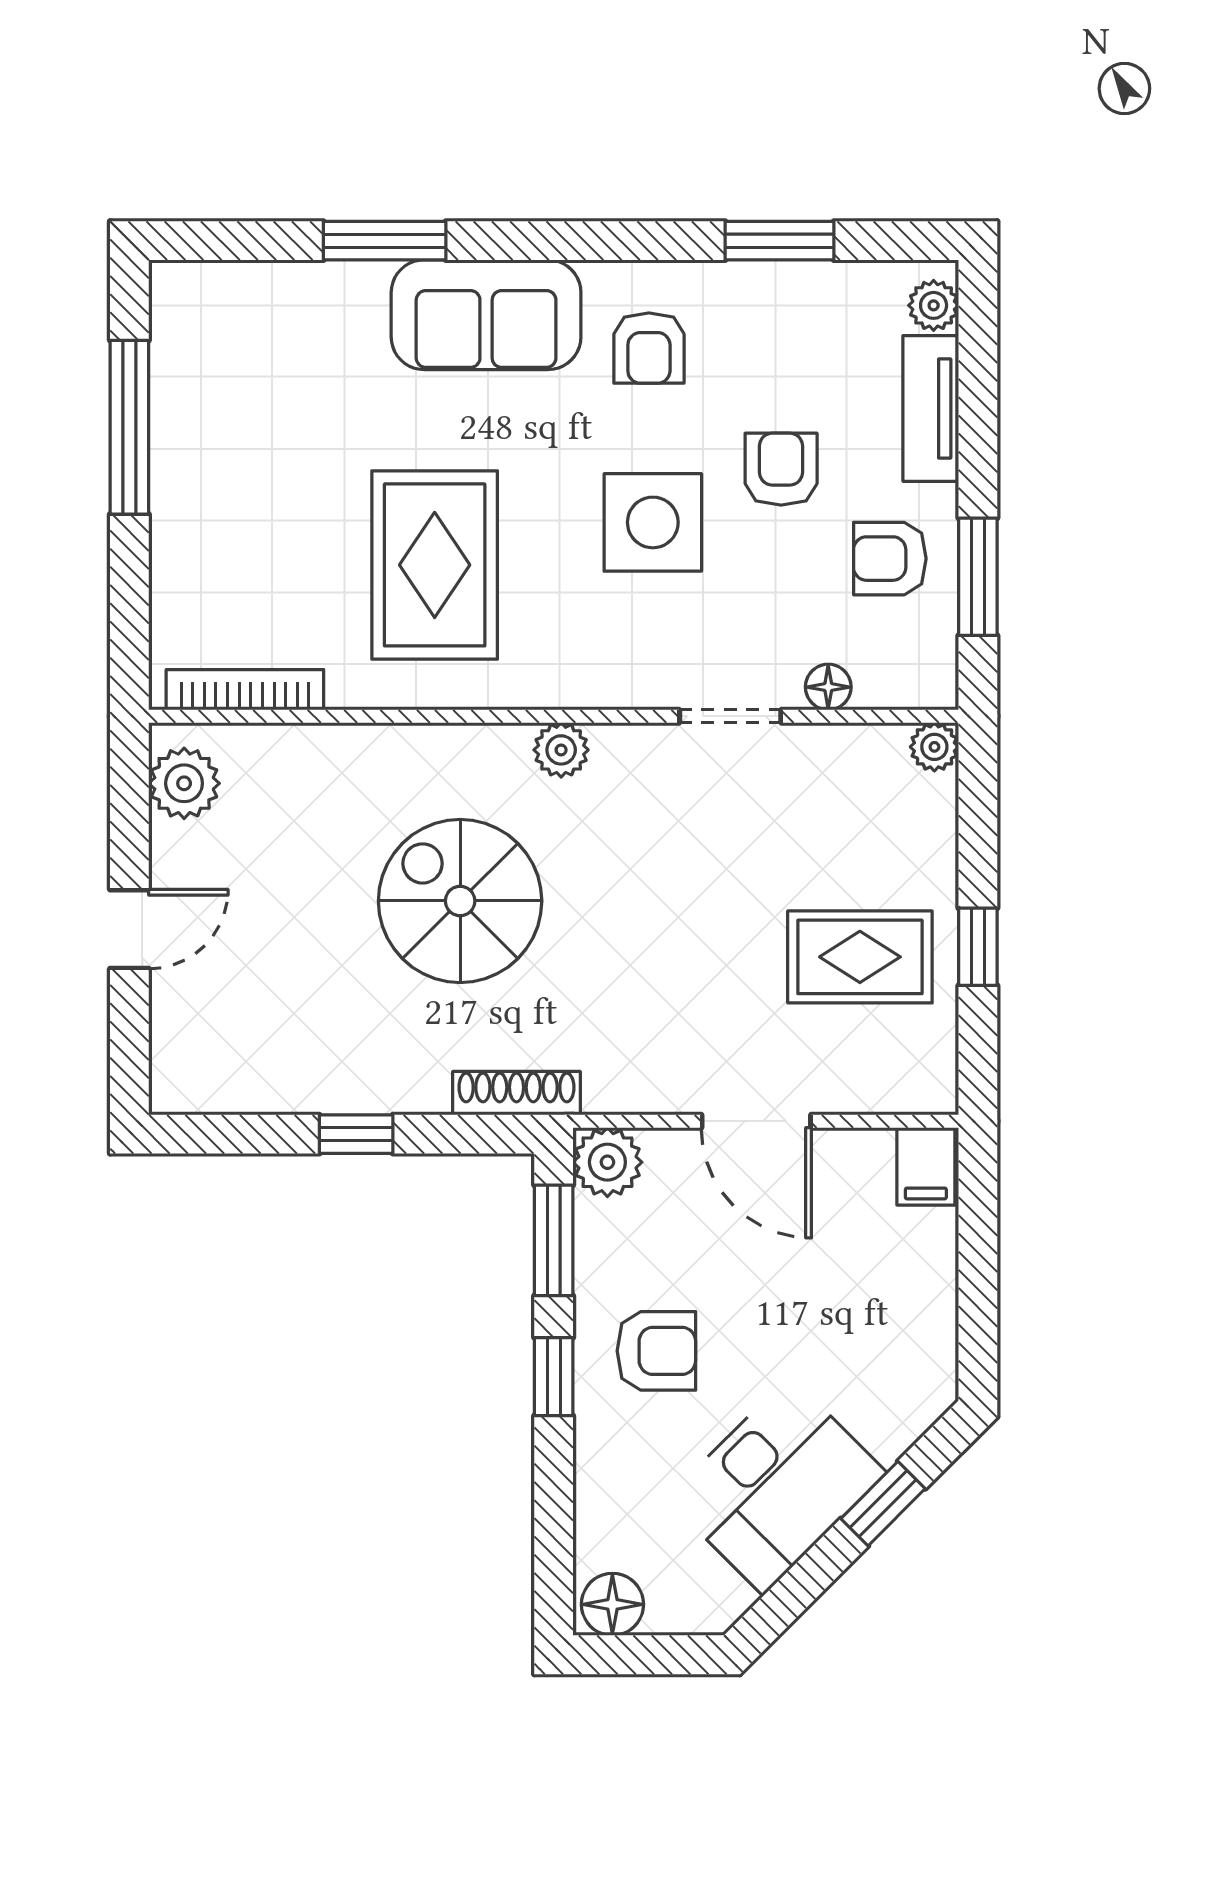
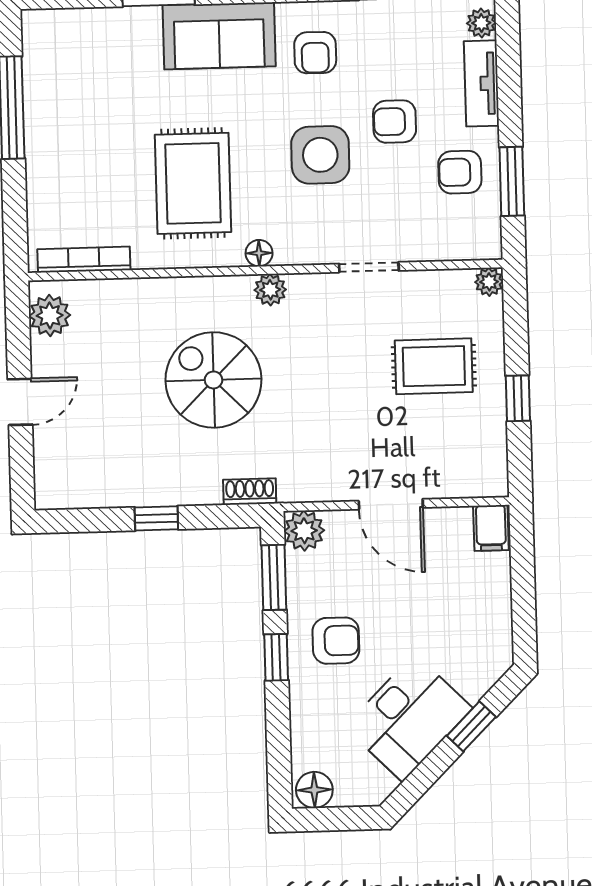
armchair: (781, 469) -> (395, 122), turned -90
floor lamp: (828, 687) -> (259, 253), moved
rug: (860, 957) -> (434, 366), moved
shoe rack: (516, 1093) -> (250, 492), width x0.70

